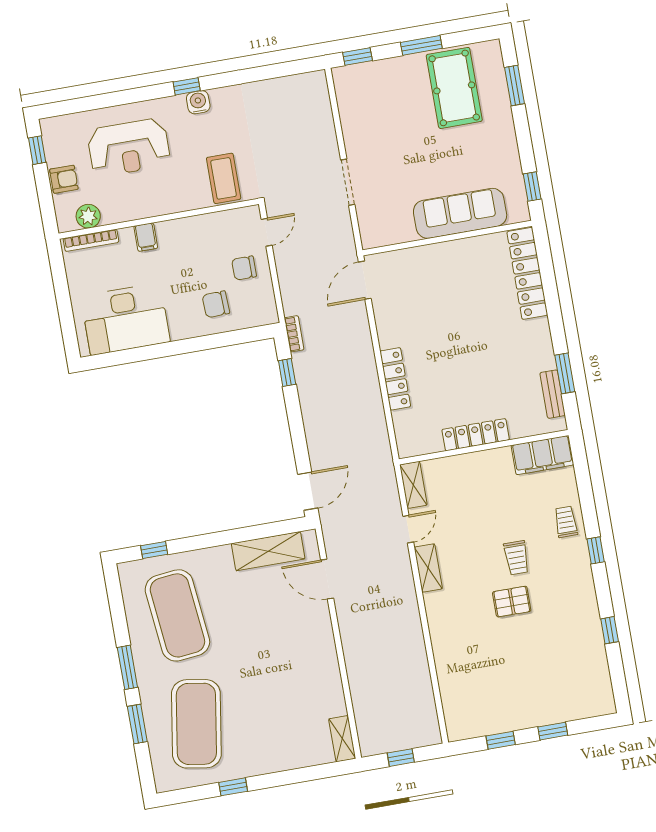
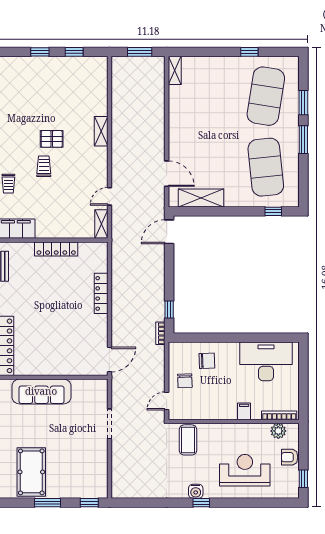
chair: (244, 268) -> (185, 381), turned 88
shelving: (428, 568) -> (101, 131), moved
window: (401, 758) -> (140, 52), width x1.50

